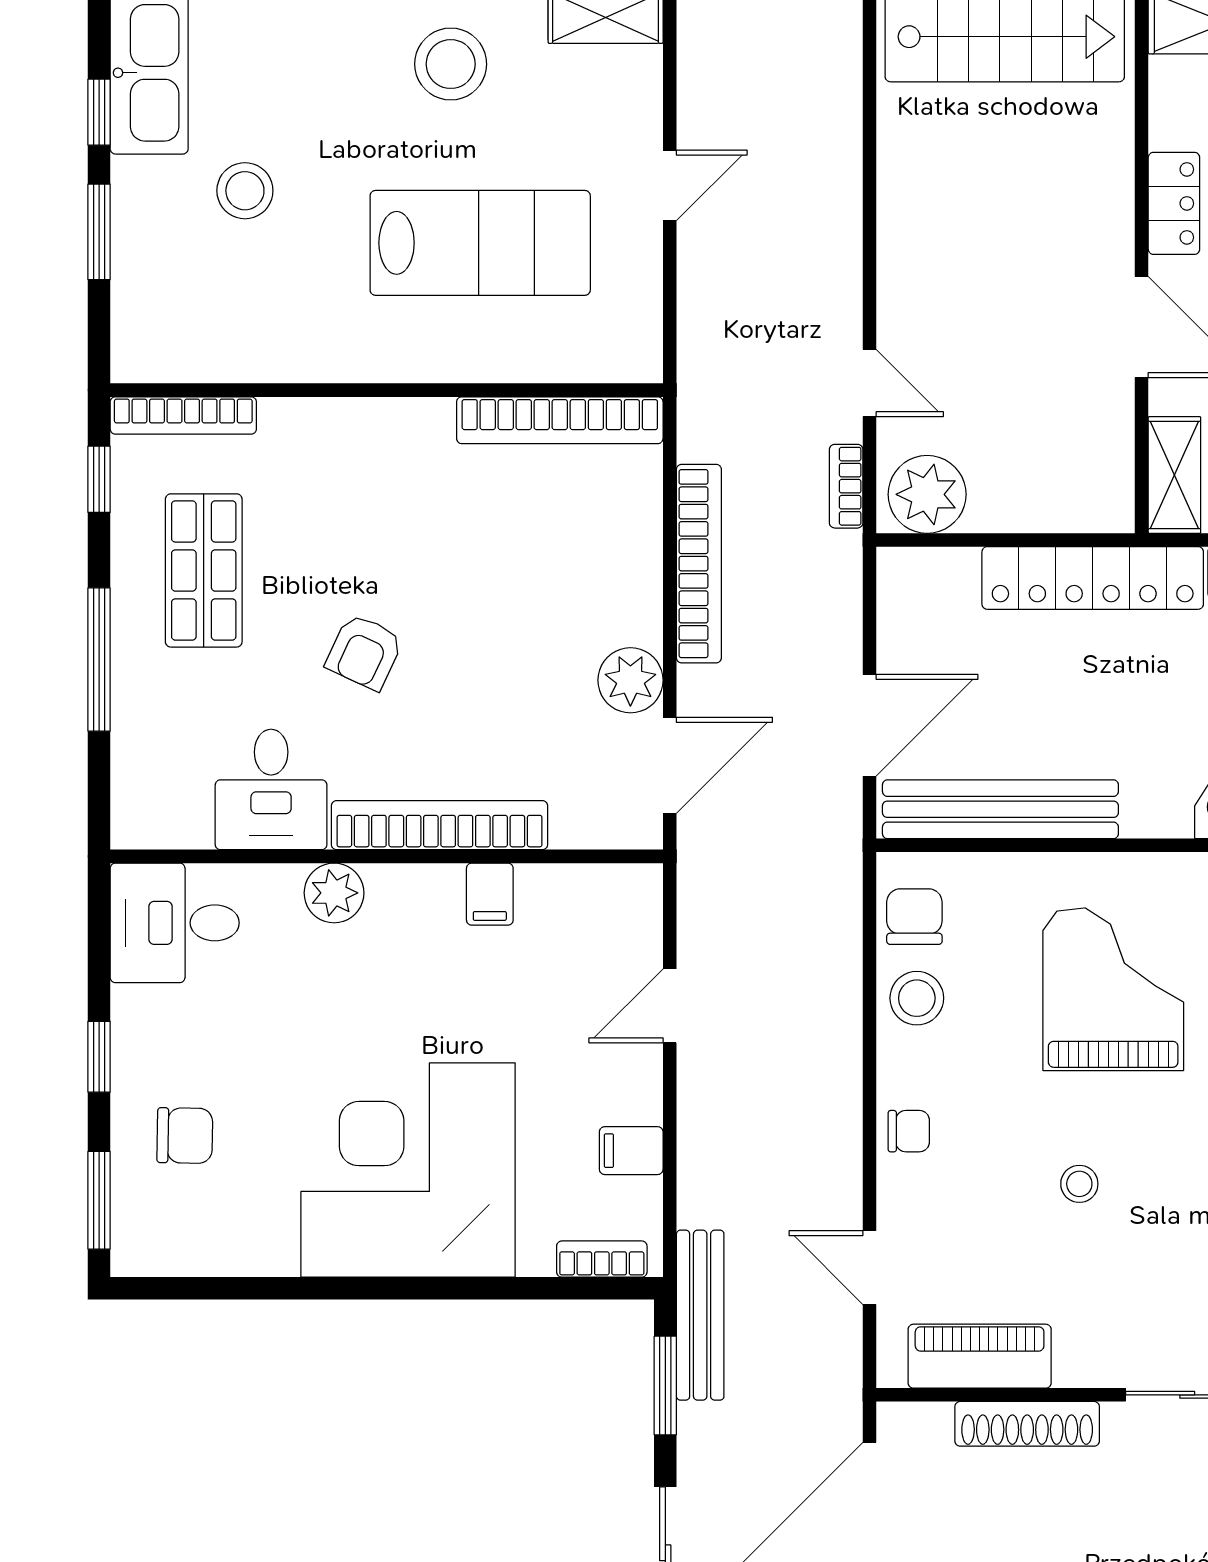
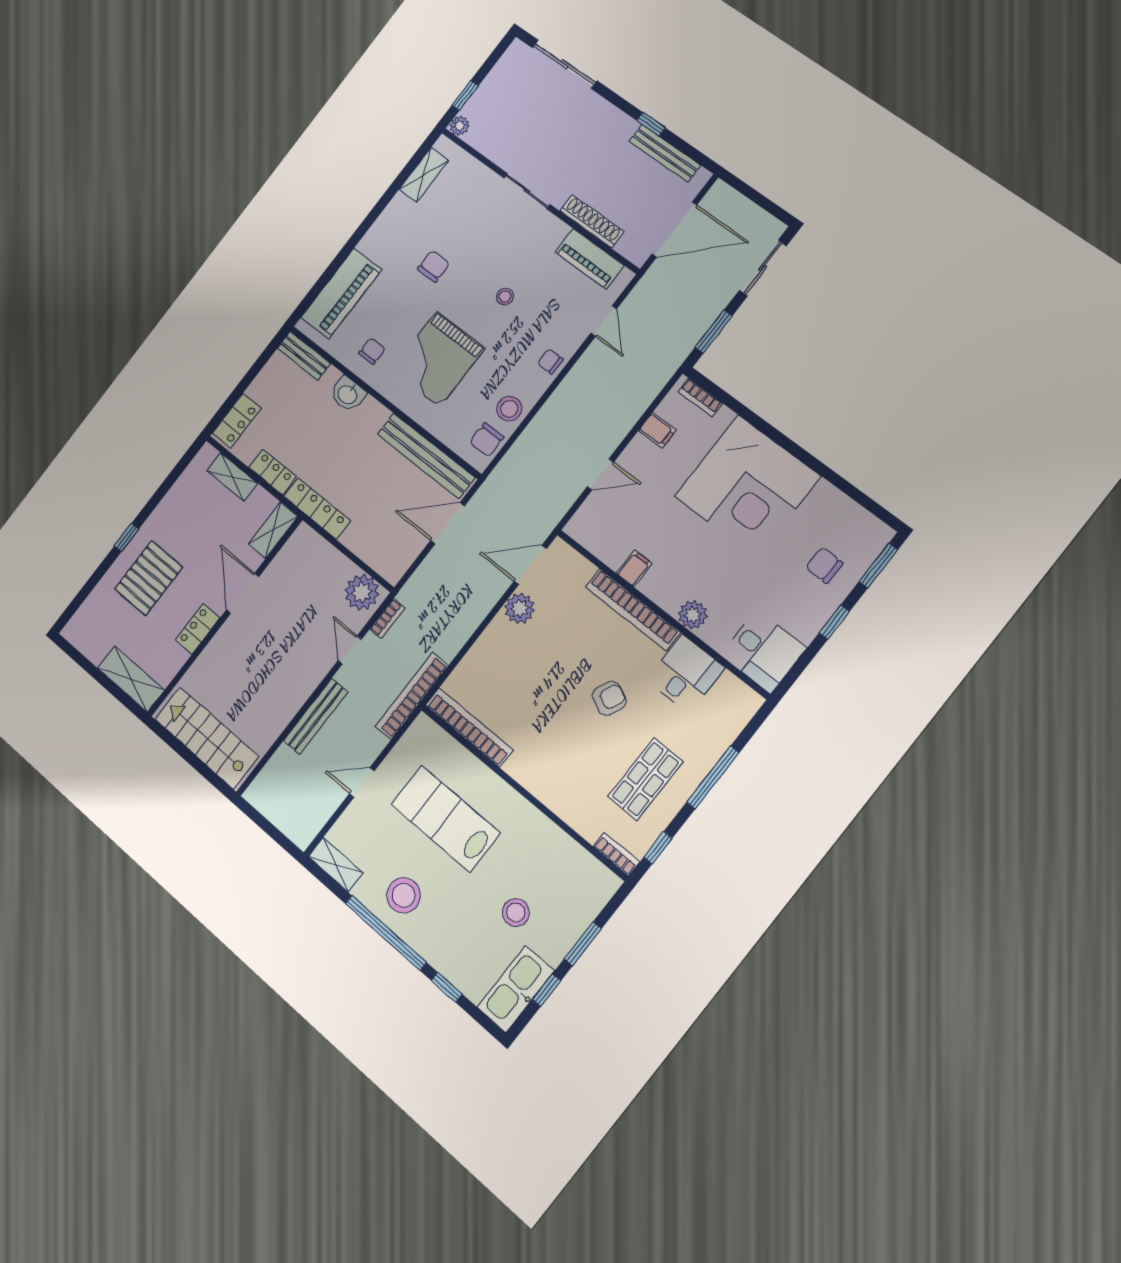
bookcase: (183, 415) -> (616, 854), width x0.64
bookcase: (699, 564) -> (412, 696), moved
locker: (1093, 578) -> (317, 508), width x0.71, depth x0.83
bench: (700, 1315) -> (316, 716), moved

